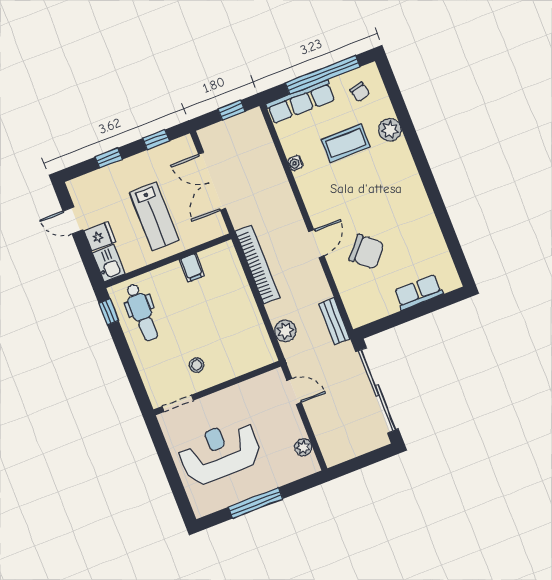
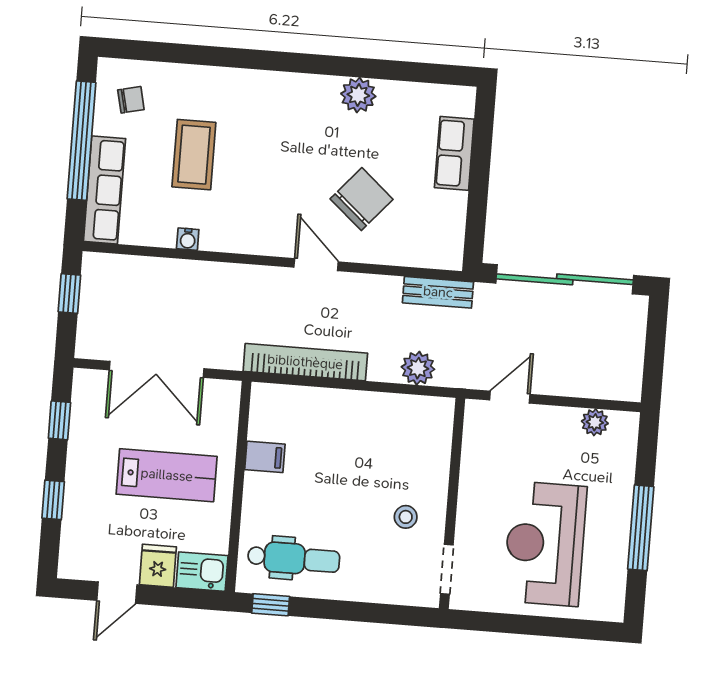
plant: (390, 130) -> (358, 95), moved

